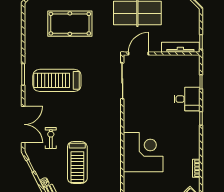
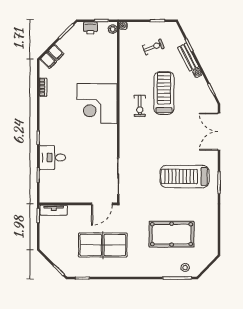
tv unit: (180, 47) -> (54, 210), width x0.71
treadmill: (57, 80) -> (185, 176), turned 180
exercise bike: (51, 138) -> (140, 106), moved

